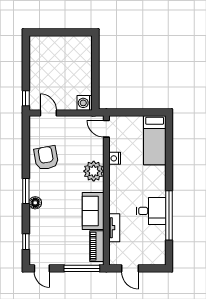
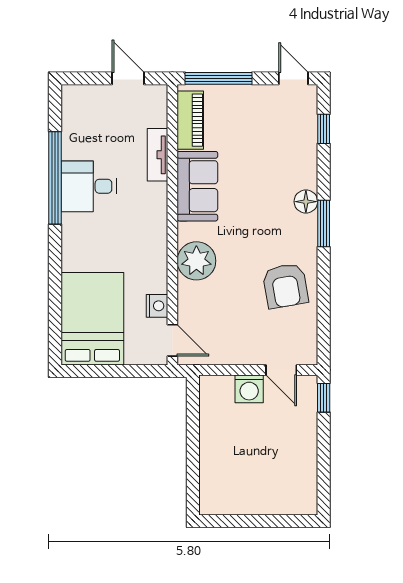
washing machine: (85, 103) -> (249, 389), moved, turned 90
bed: (155, 140) -> (92, 319), width x1.50
nightstand: (115, 158) -> (157, 306), moved

